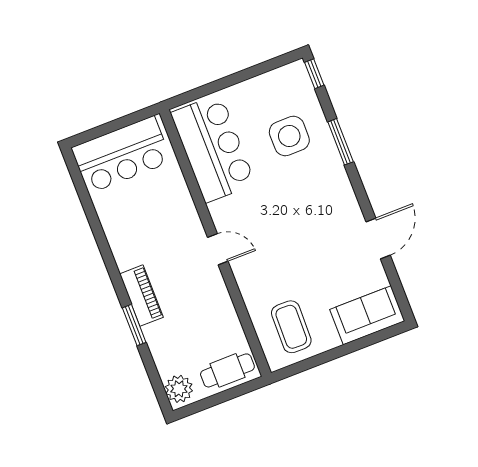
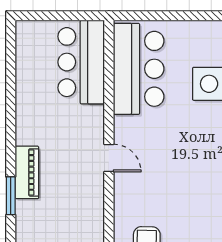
bar counter: (121, 155) -> (81, 62), moved, turned 90

